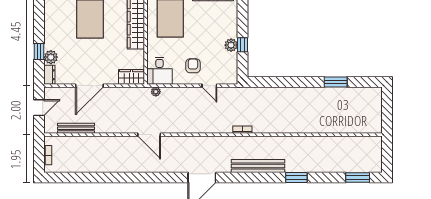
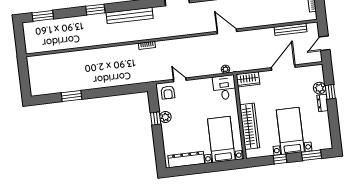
armchair: (193, 66) -> (168, 93), moved
dresser: (49, 75) -> (323, 103), moved

